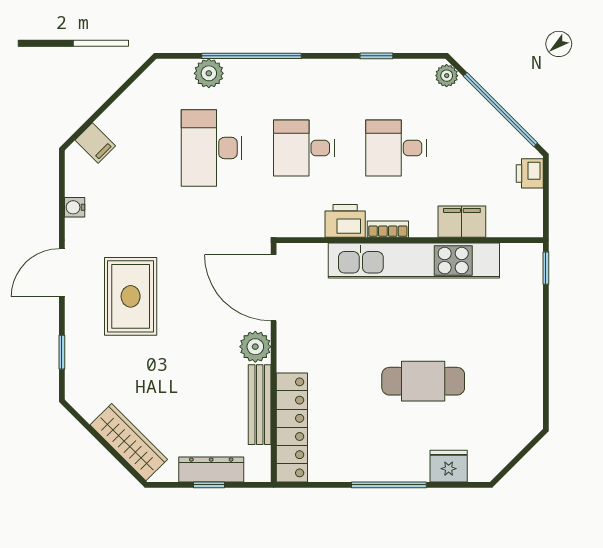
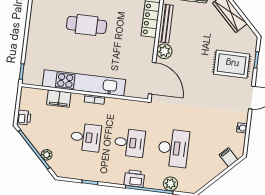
plant: (447, 76) -> (47, 155), moved
printer: (345, 221) -> (134, 178), moved, turned 180
rug: (131, 296) -> (232, 64), moved, turned 90

